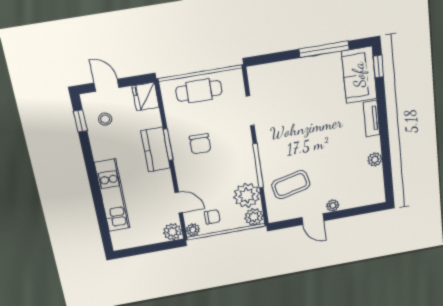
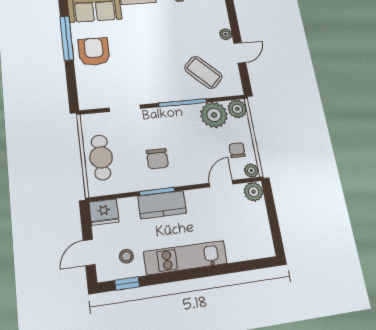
armchair: (310, 77) -> (94, 52), added
chair: (200, 144) -> (157, 159), turned 90
coffee table: (291, 185) -> (203, 72), turned -32
kitchen unit: (112, 196) -> (186, 258), moved

